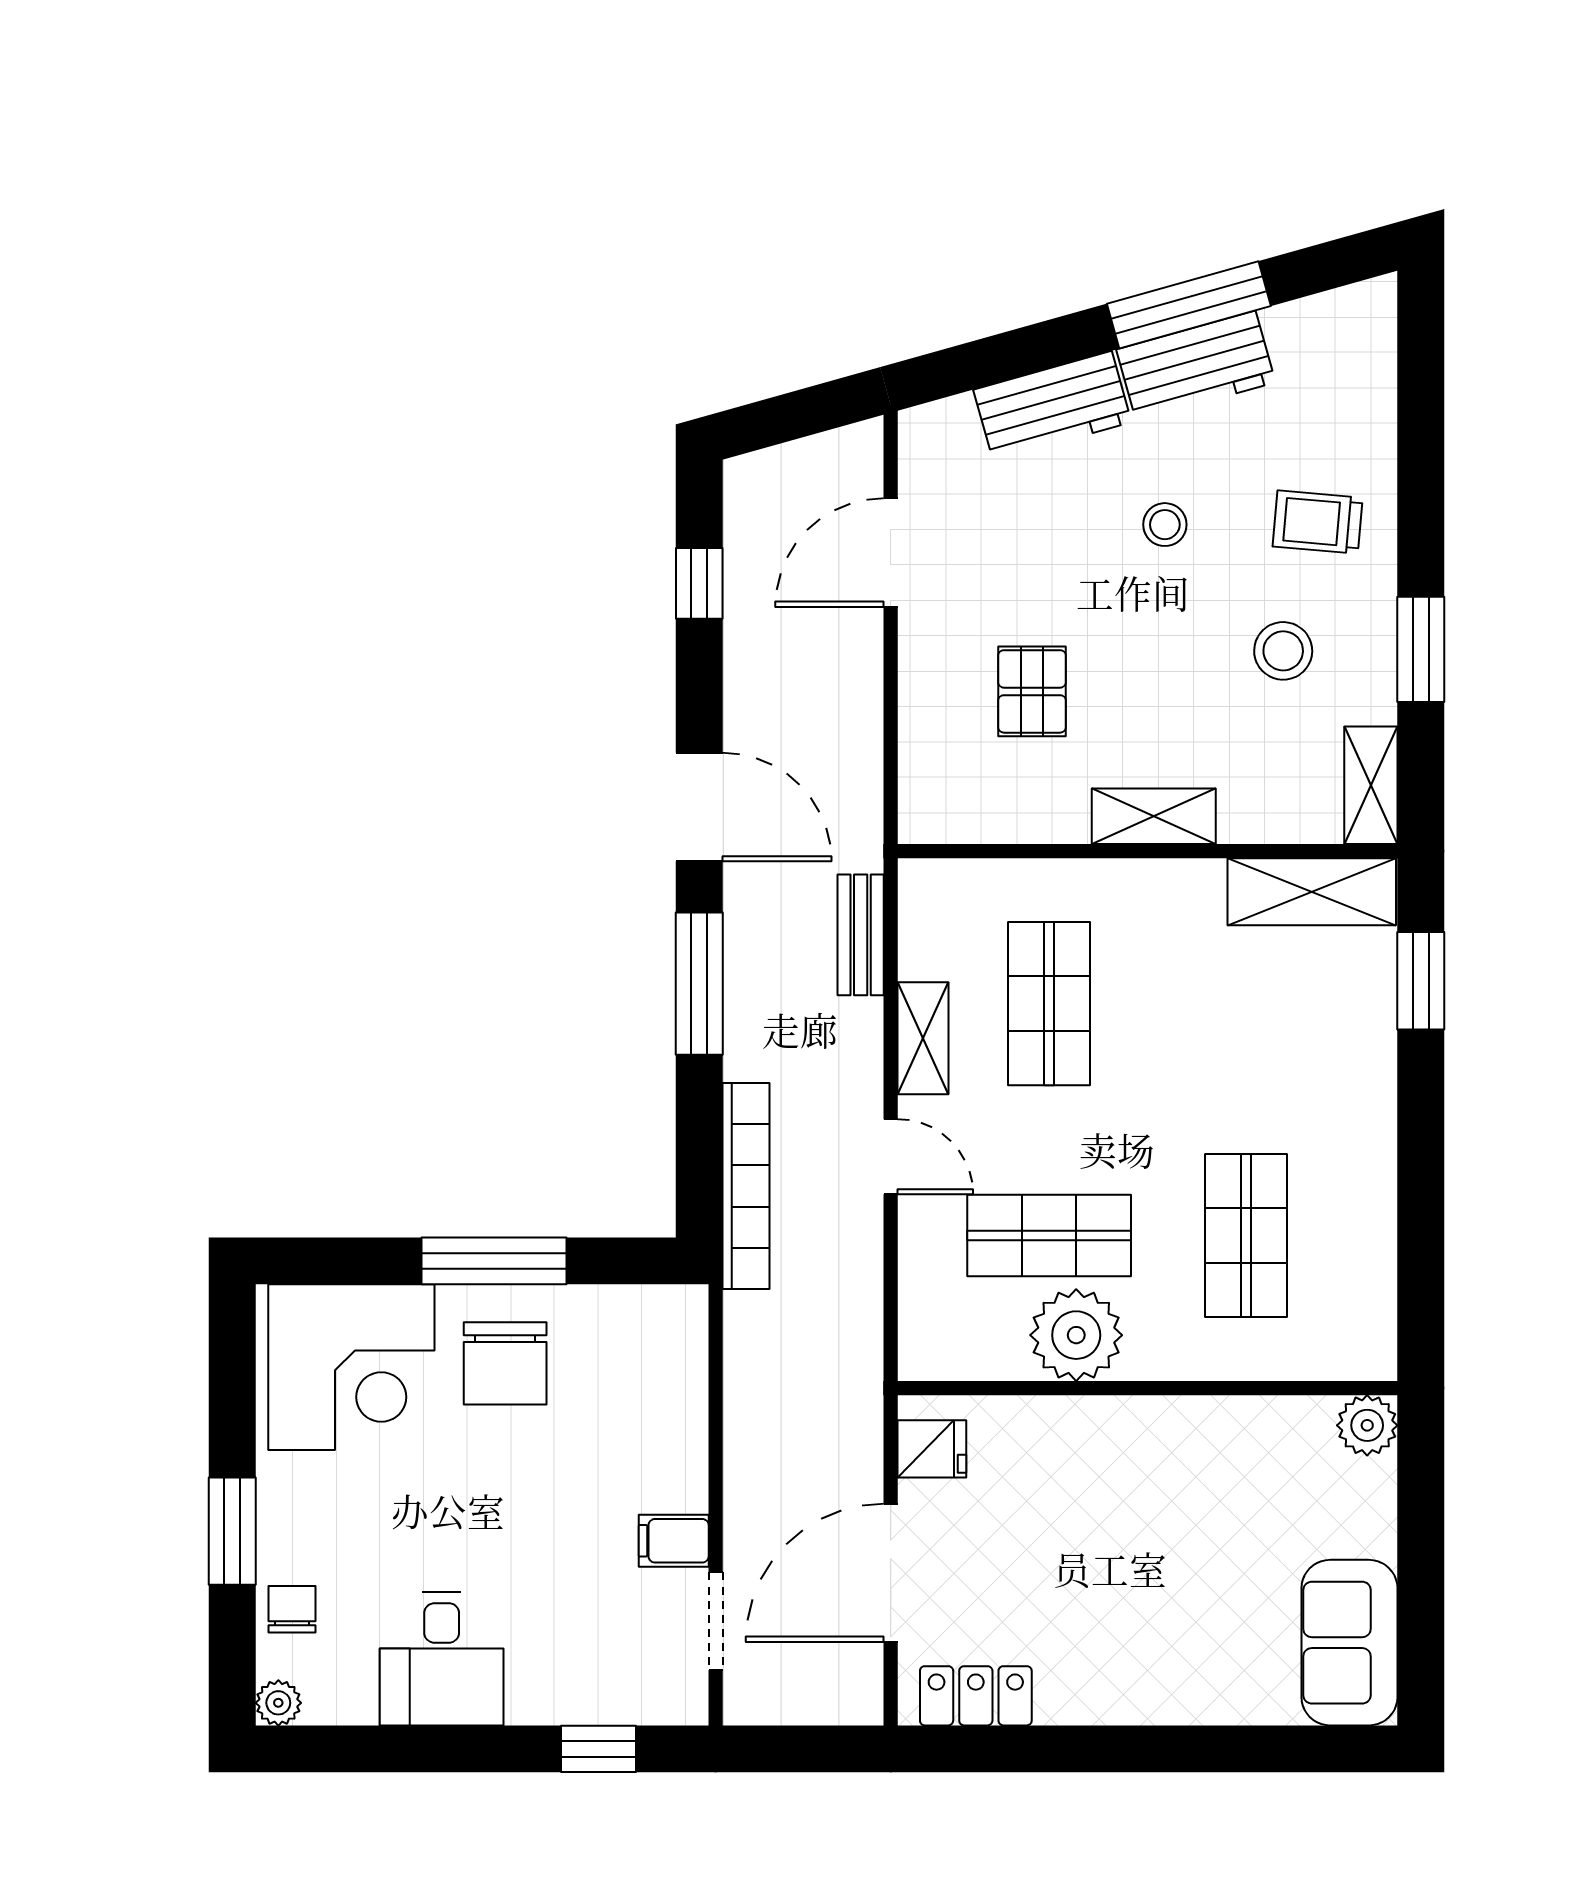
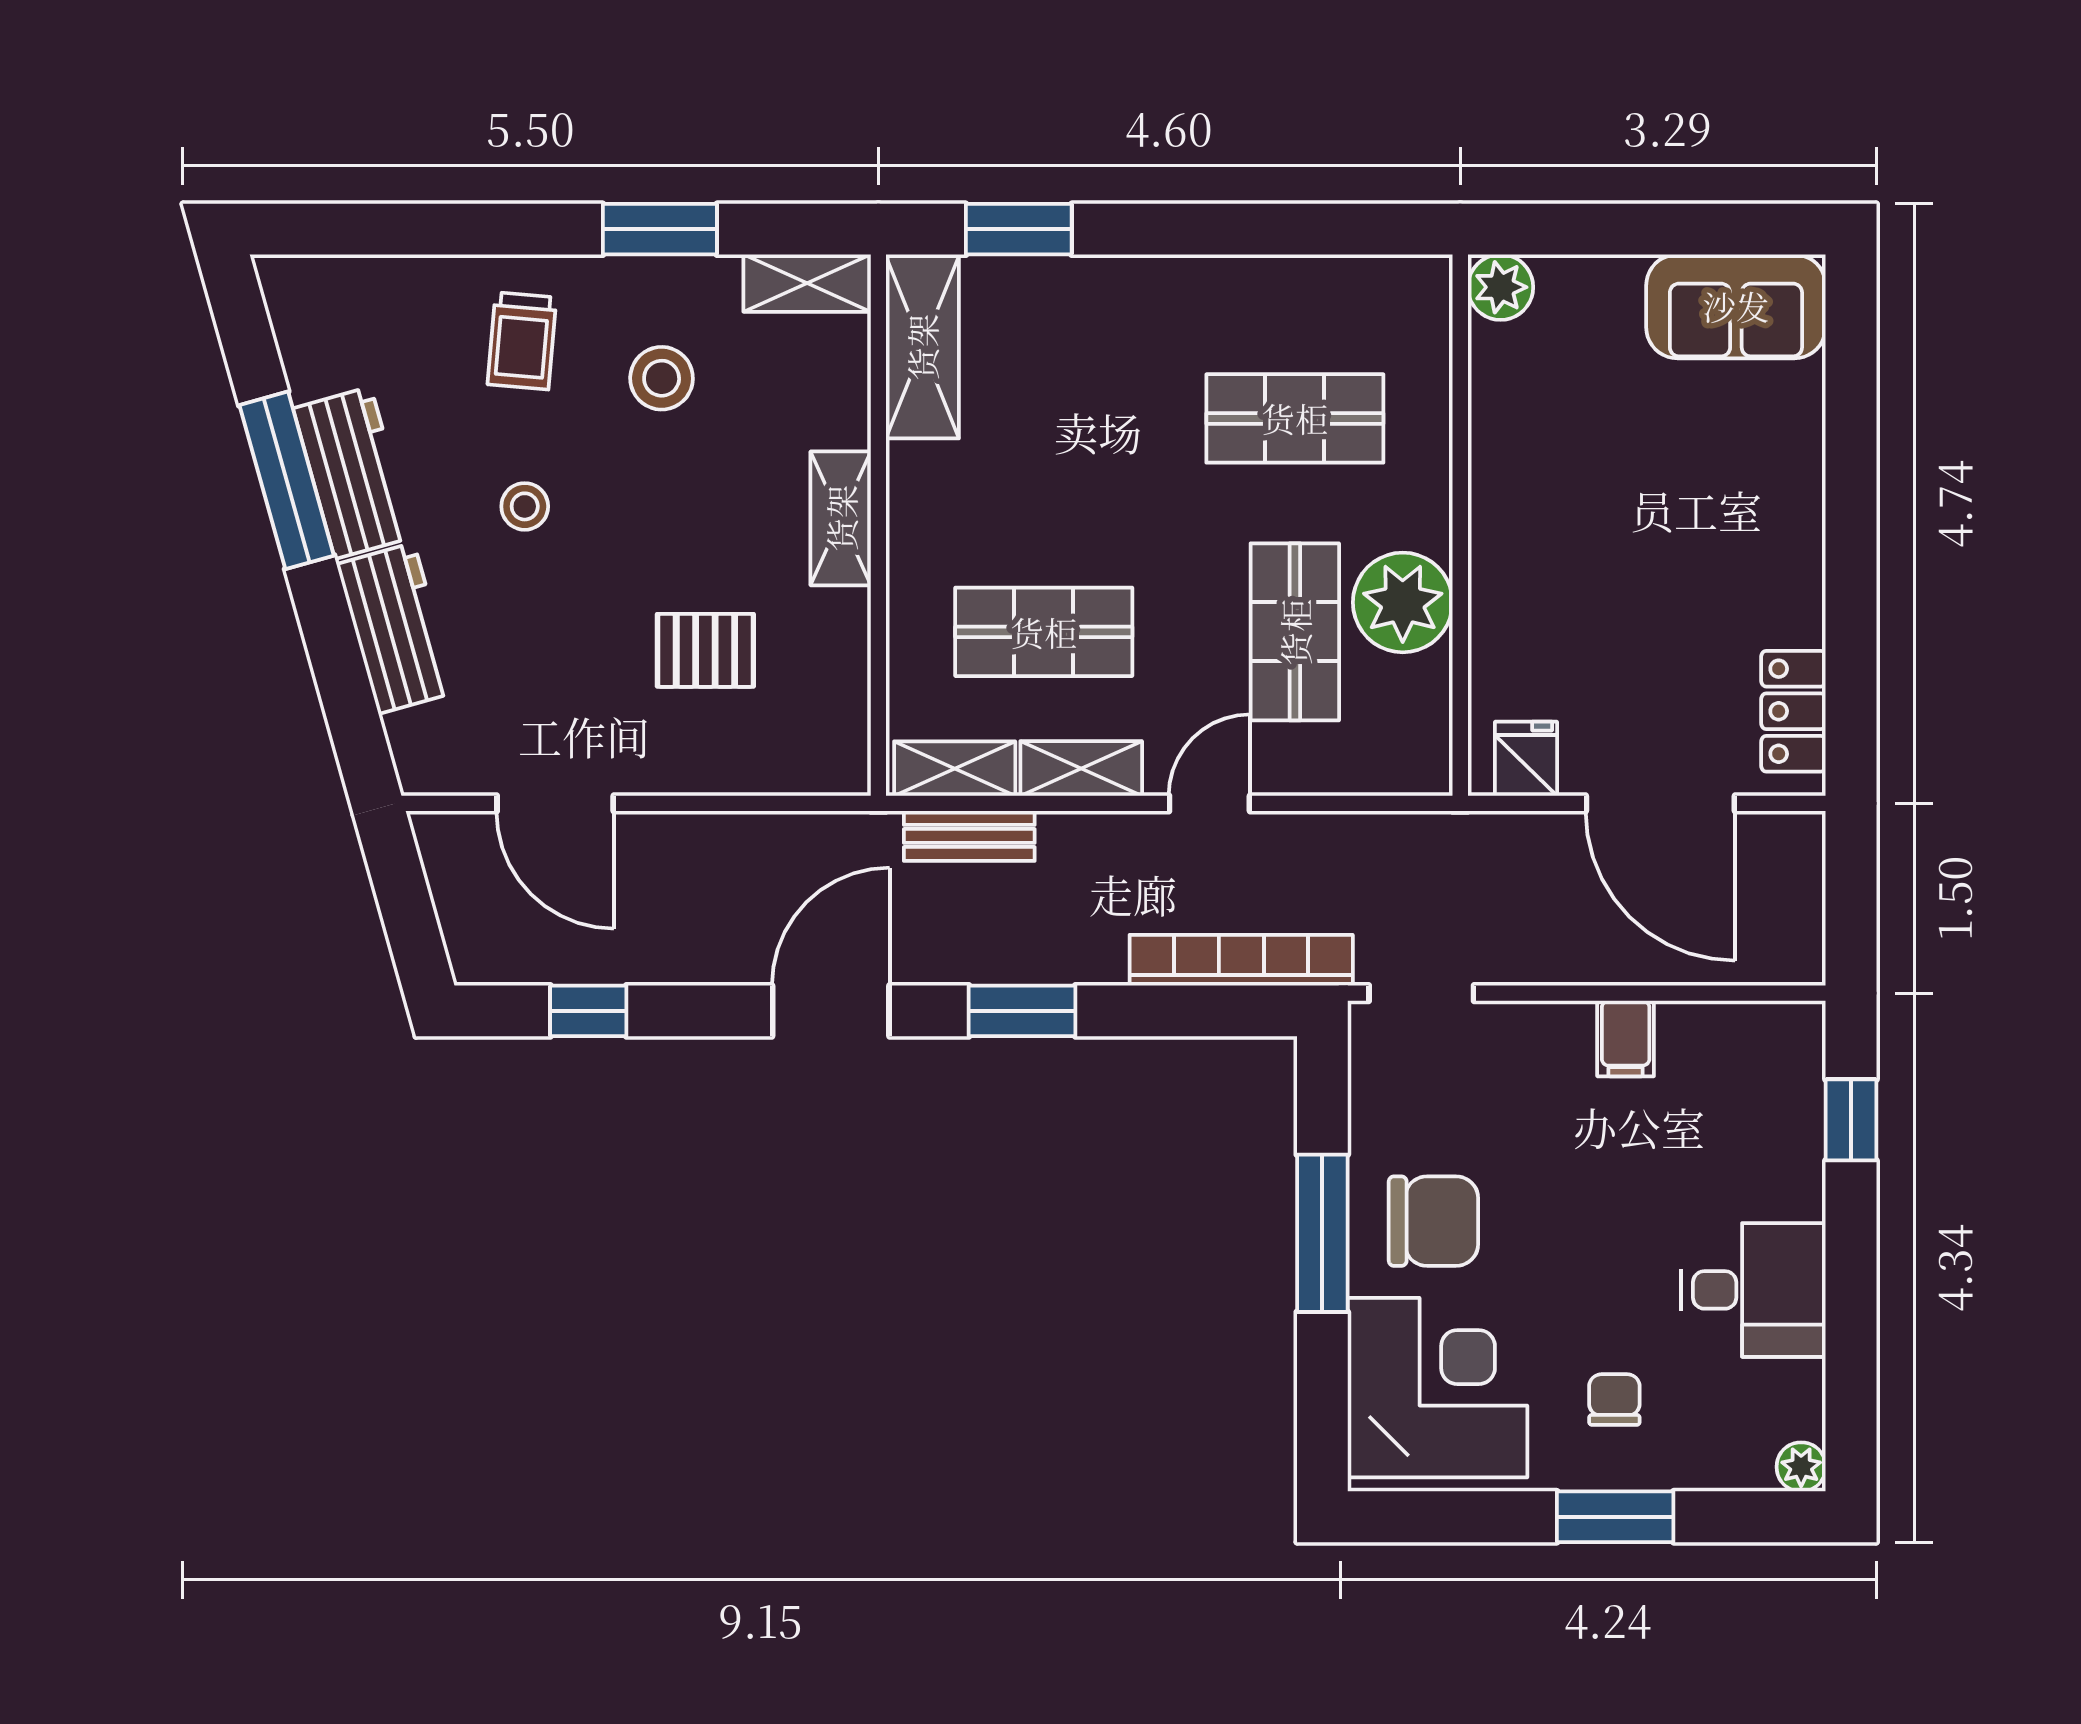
shelving: (923, 921) -> (955, 769), added
window: (699, 984) -> (1022, 1011), width x0.69
chair: (292, 1609) -> (1614, 1400), moved, turned 90
doorway: (716, 1621) -> (1421, 993), moved

